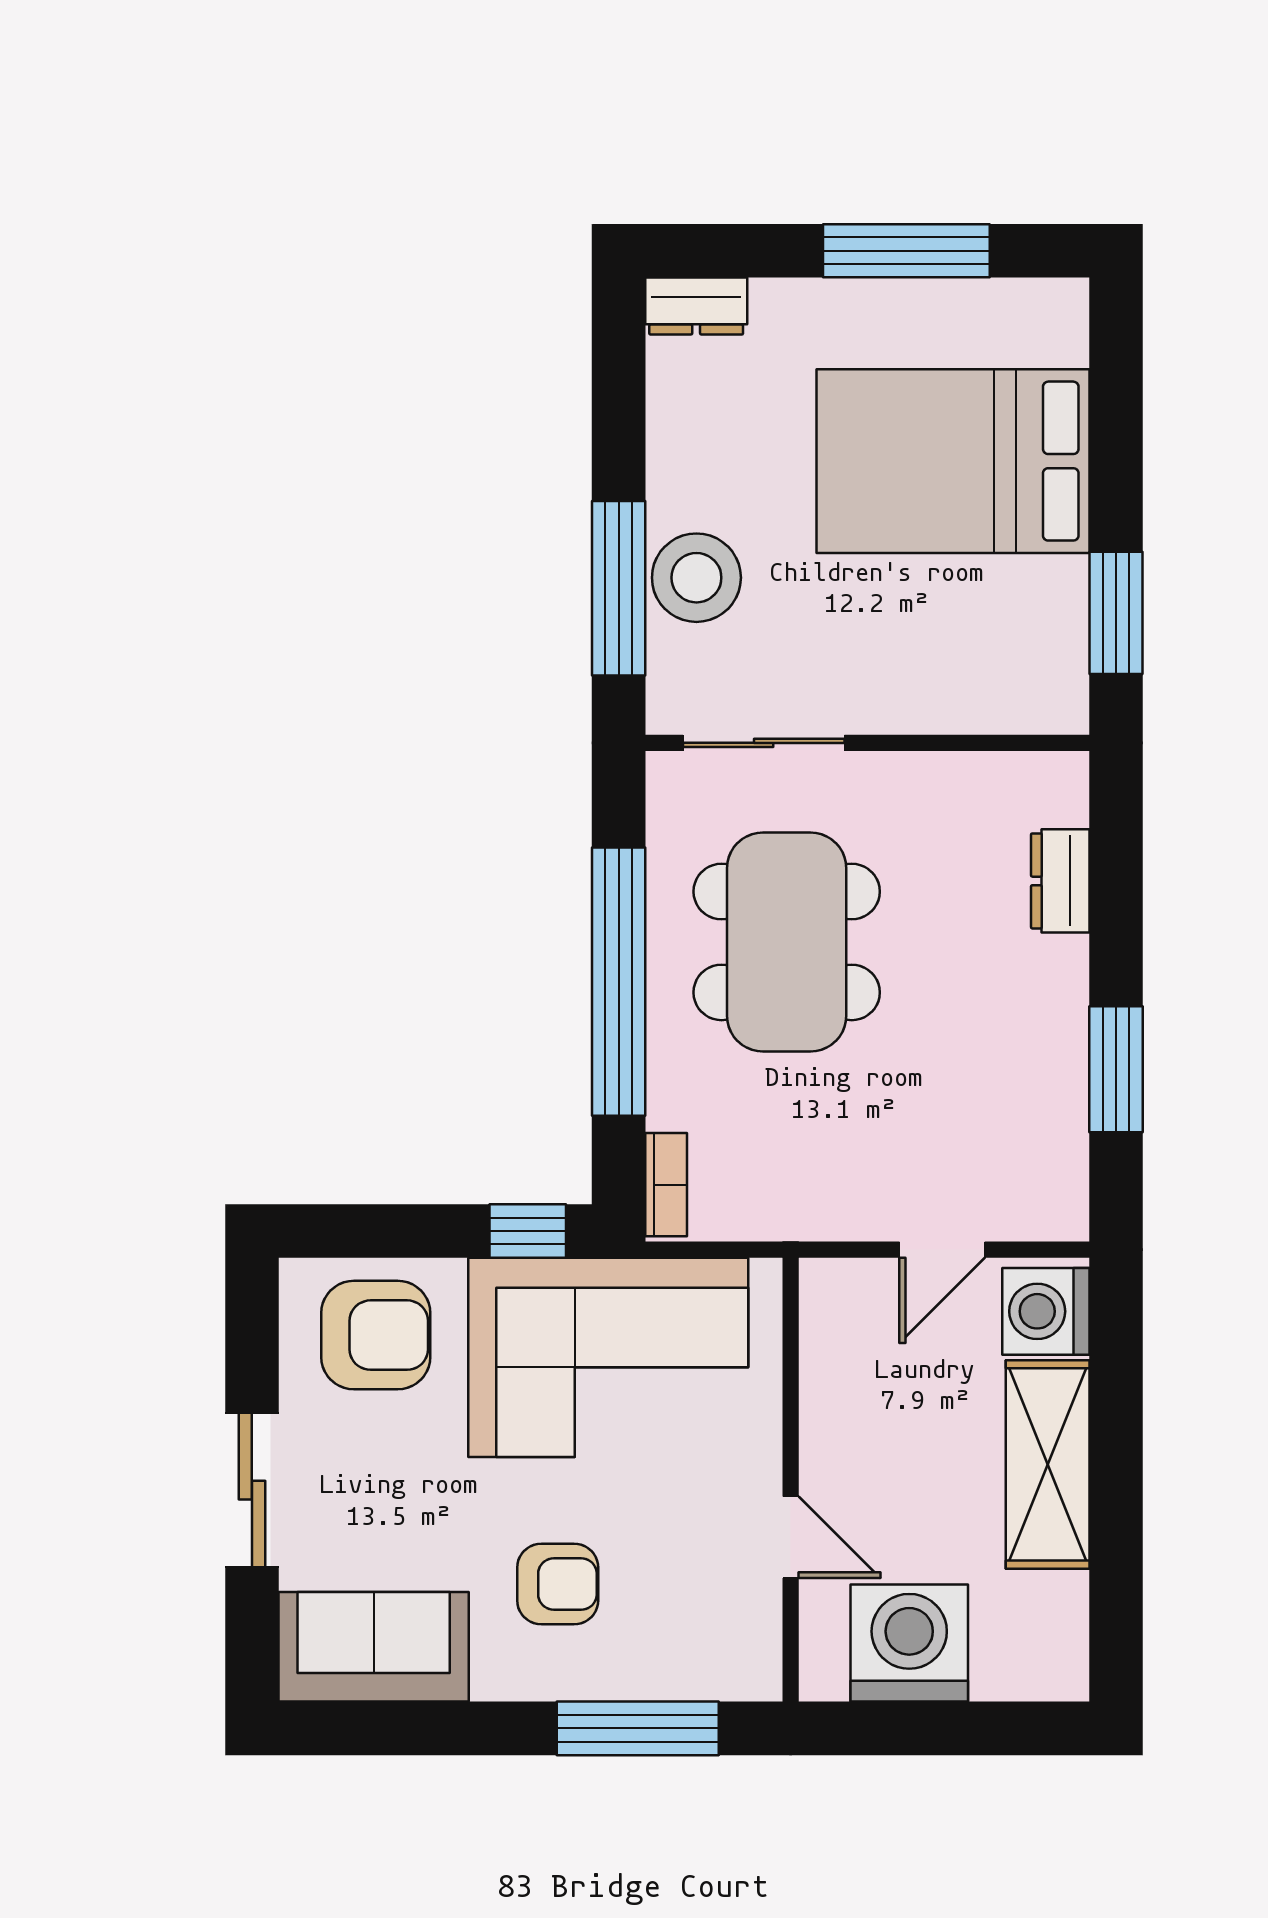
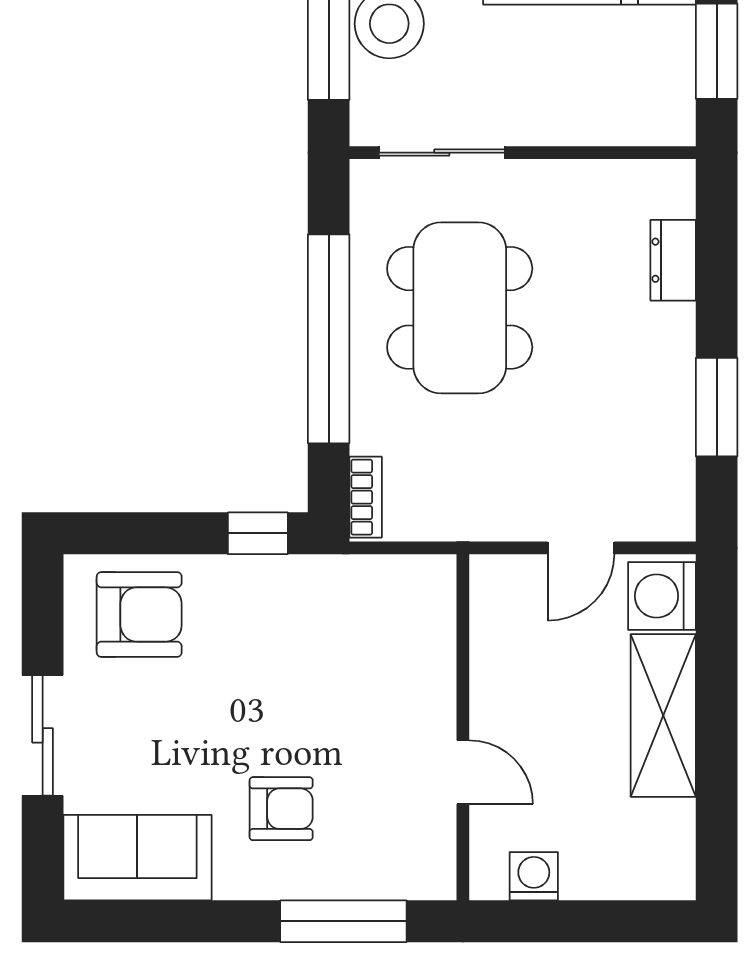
corner sofa: (608, 1357) -> (321, 632), removed
washing machine: (909, 1643) -> (534, 876), width x0.53, depth x0.53

